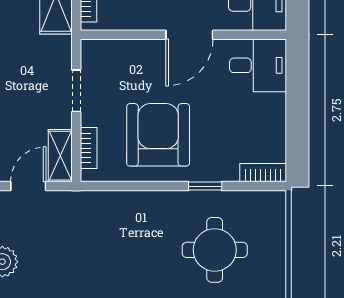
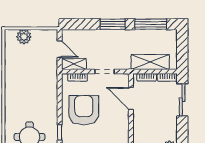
door: (189, 35) -> (131, 98), moved
armchair: (158, 135) -> (84, 110), turned -90

